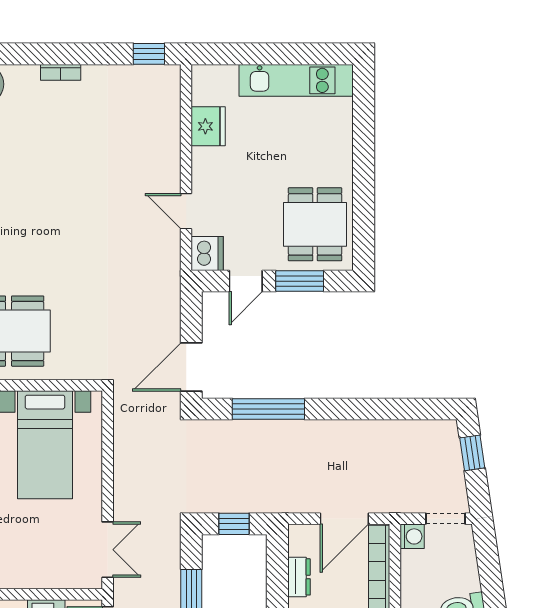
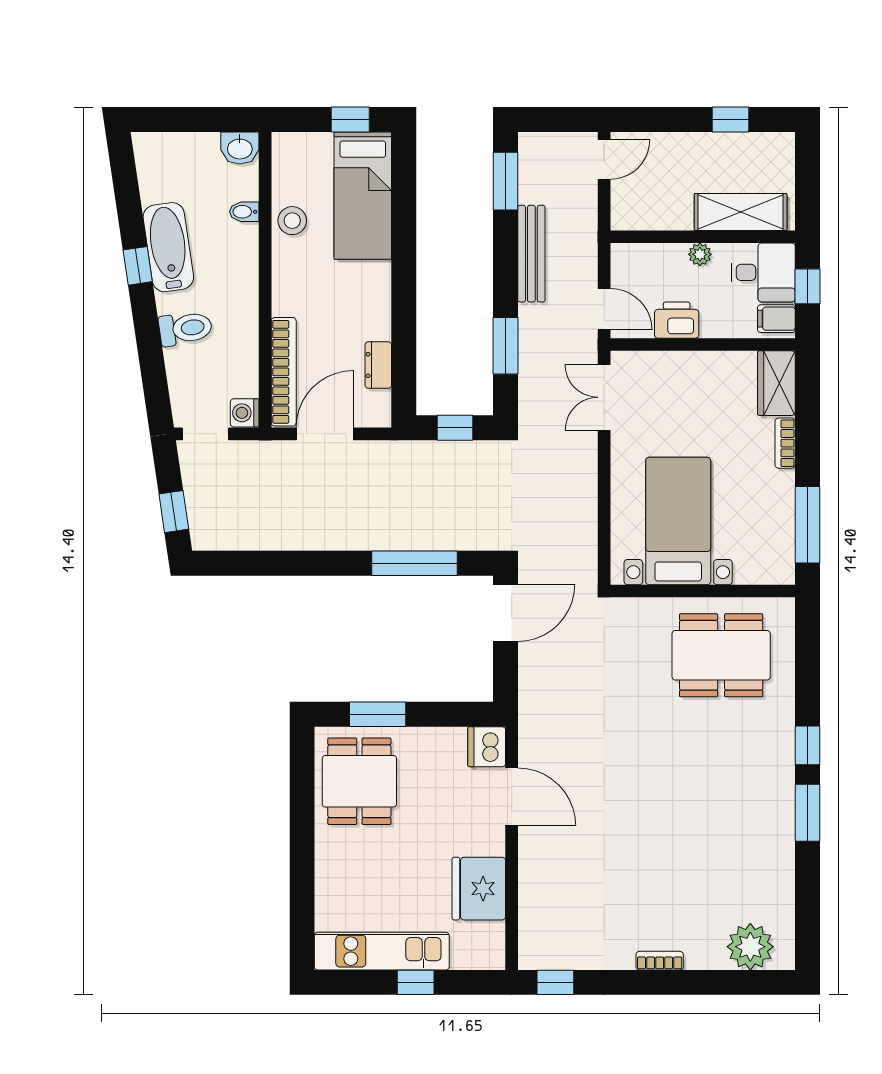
window: (267, 54) -> (416, 982), added
fridge: (208, 126) -> (479, 889), width x1.36, depth x1.34
door: (186, 211) -> (512, 797), width x1.38
door: (246, 281) -> (441, 714), removed

